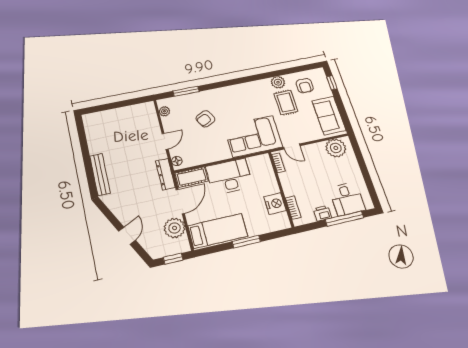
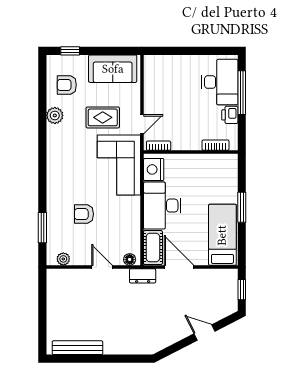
armchair: (305, 86) -> (67, 85), turned 180
rug: (286, 102) -> (103, 117), moved
armchair: (205, 119) -> (84, 214), turned 116
plant: (336, 148) -> (156, 74), removed
bench: (100, 174) -> (77, 348), moved
dresser: (165, 174) -> (143, 276), width x0.70
desk: (347, 199) -> (220, 82), width x1.37
nightstand: (275, 204) -> (154, 169), moved, turned -90
plant: (175, 228) -> (208, 280), removed

